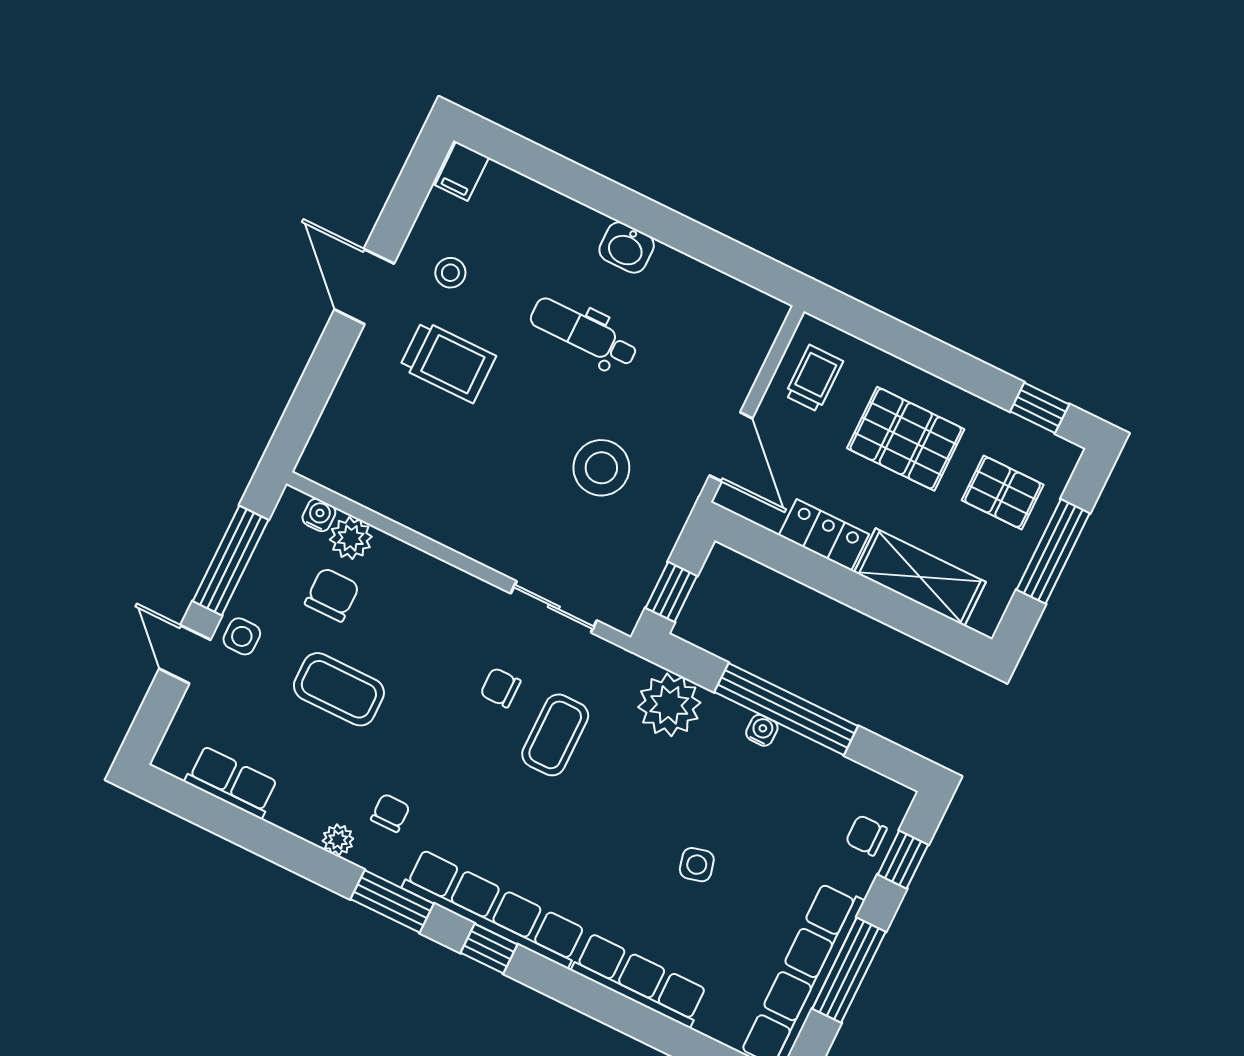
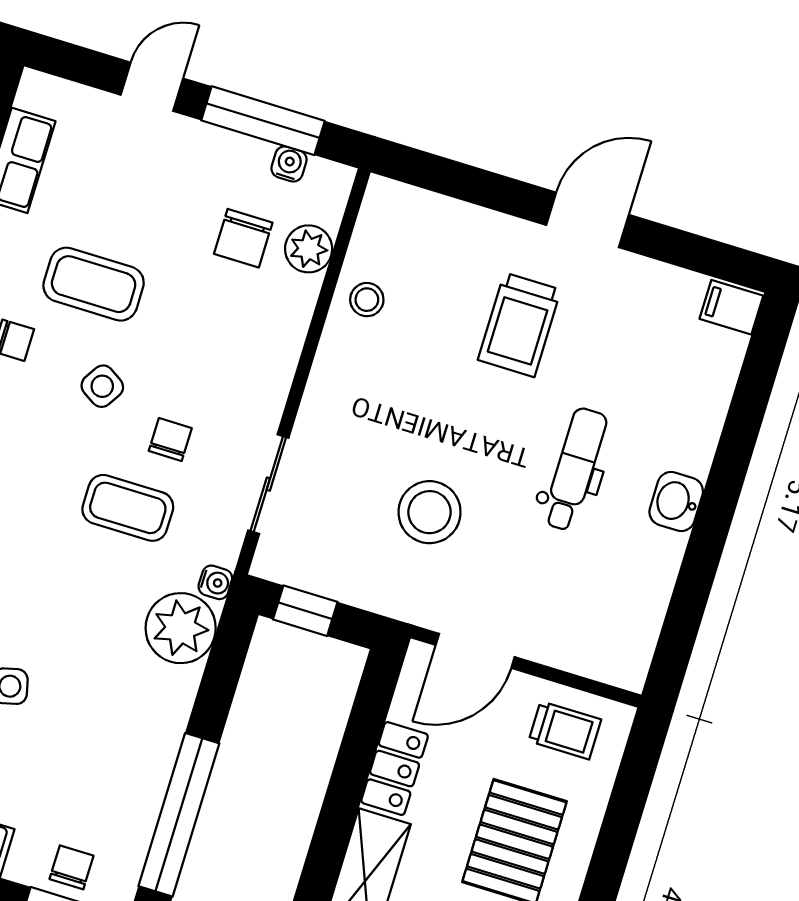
stool: (450, 273) -> (367, 300), moved
water cooler: (319, 515) -> (289, 164), moved, turned -90
chair: (332, 595) -> (243, 238), turned 90
side table: (242, 636) -> (102, 386), moved, turned 32
coffee table: (339, 689) -> (94, 284), moved, turned 90
window: (786, 709) -> (179, 815), moved
water cooler: (762, 730) -> (215, 582), moved

